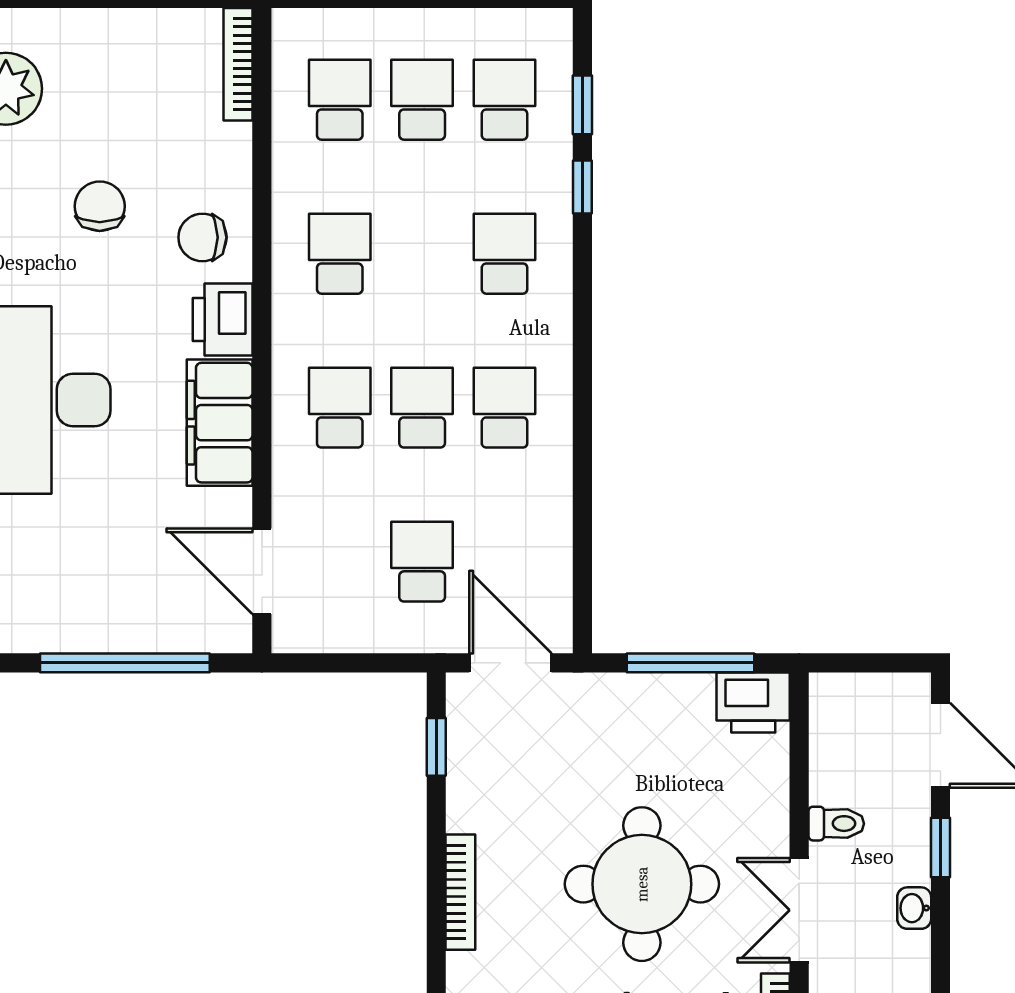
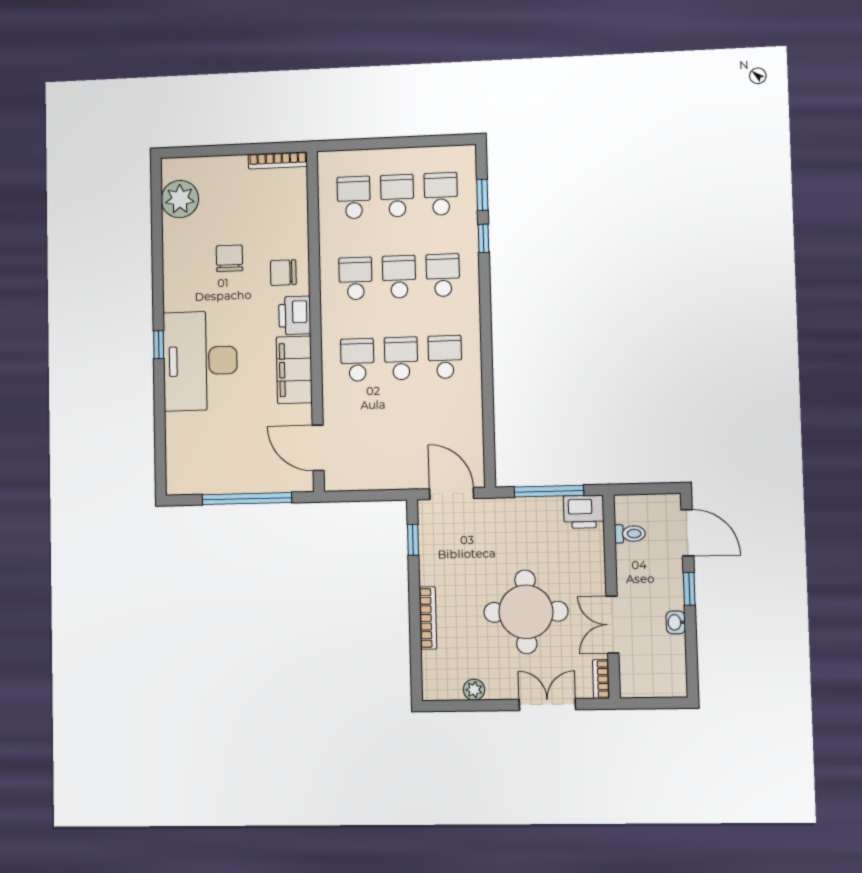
bookcase: (238, 64) -> (278, 160), moved, turned -90
school desk: (422, 562) -> (399, 277), moved
toilet: (836, 824) -> (630, 534), moved

